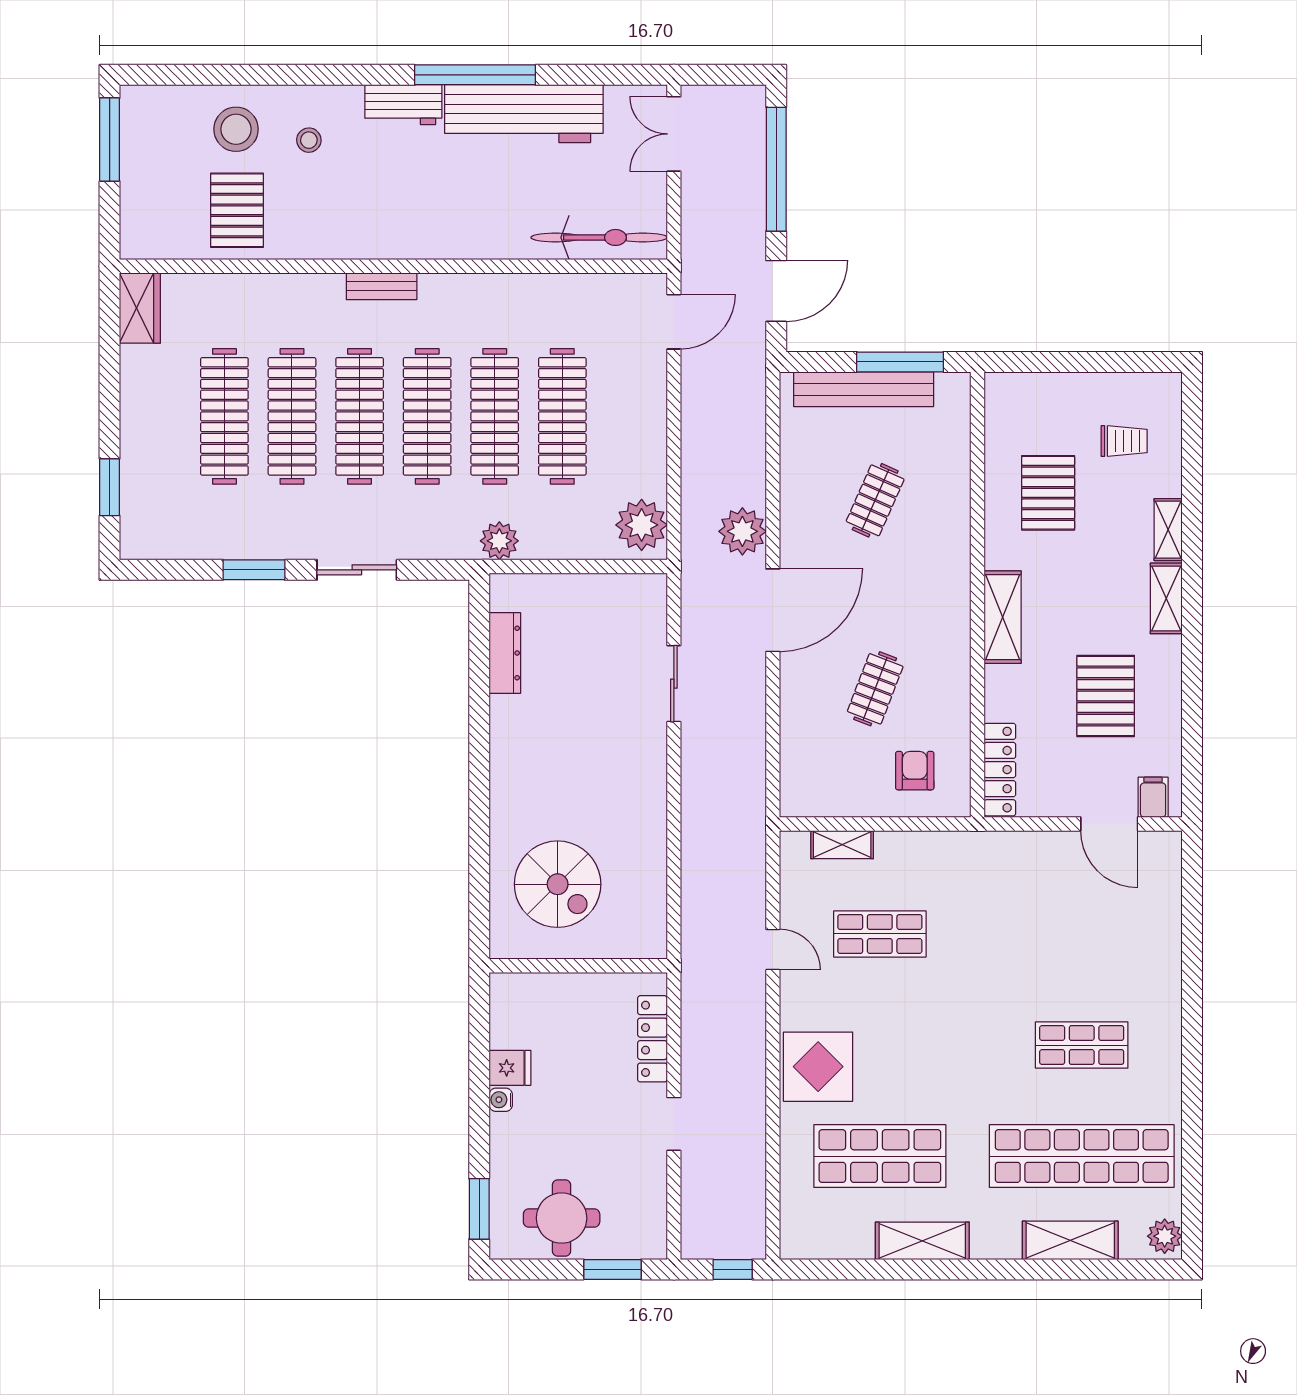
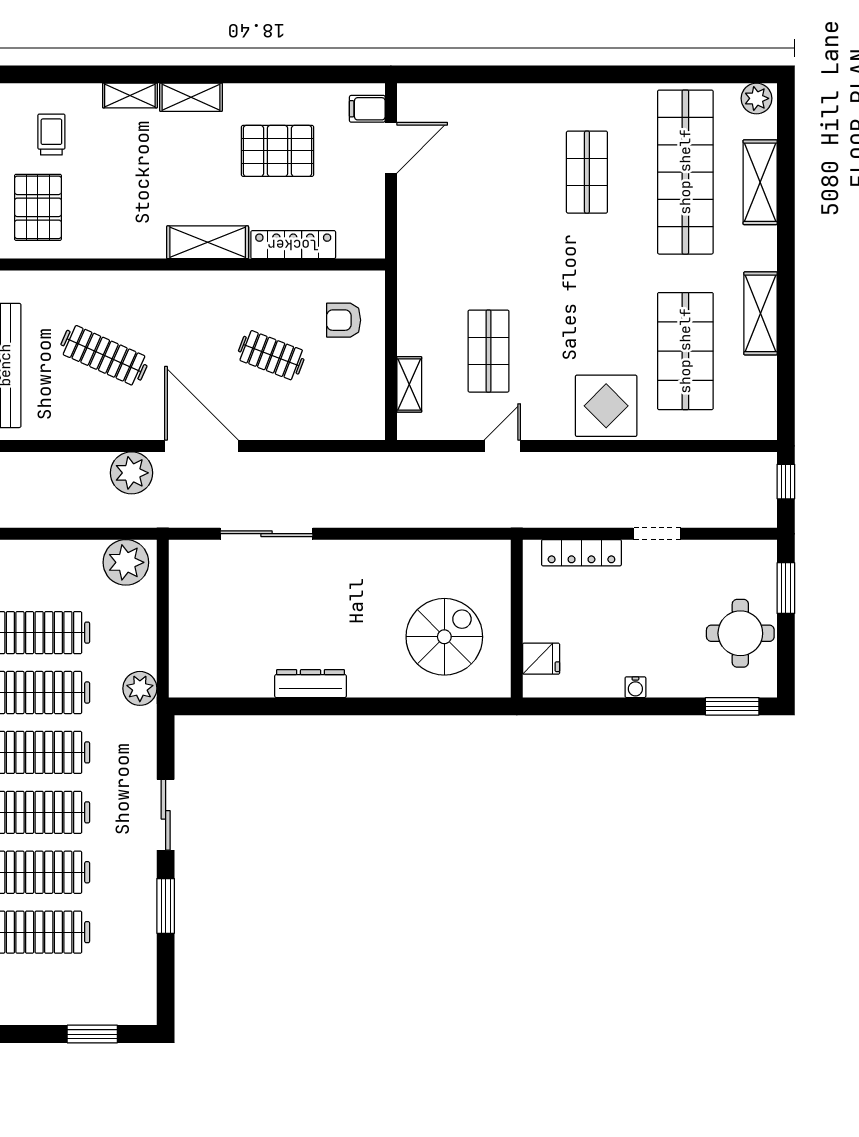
pallet: (1048, 493) -> (38, 207), moved, turned 90
clothes rail: (875, 500) -> (104, 355), width x1.36
dresser: (505, 653) -> (311, 684), moved
sliding door: (674, 684) -> (267, 534), width x1.37
locker: (1000, 770) -> (293, 245), moved
fridge: (510, 1068) -> (541, 659), moved, turned 90

